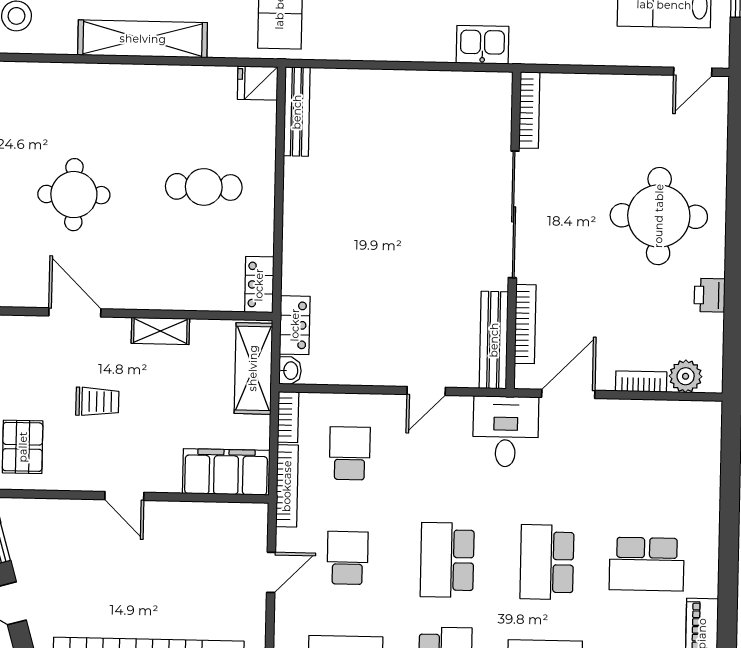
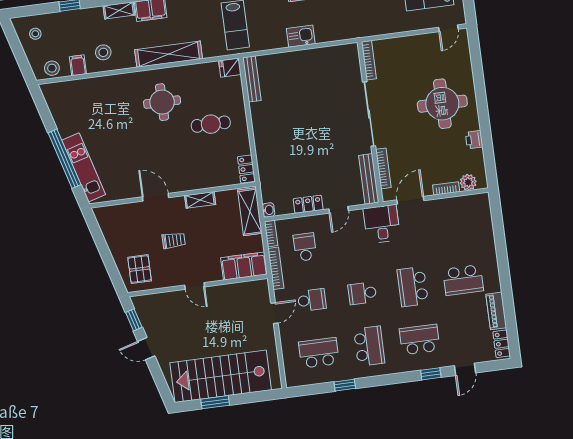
kitchen sink: (482, 45) -> (301, 36), moved
round table: (74, 195) -> (162, 102), moved
locker: (295, 325) -> (308, 204), moved, turned -90
school desk: (348, 558) -> (312, 300), turned 90
school desk: (447, 560) -> (362, 293), width x0.54

